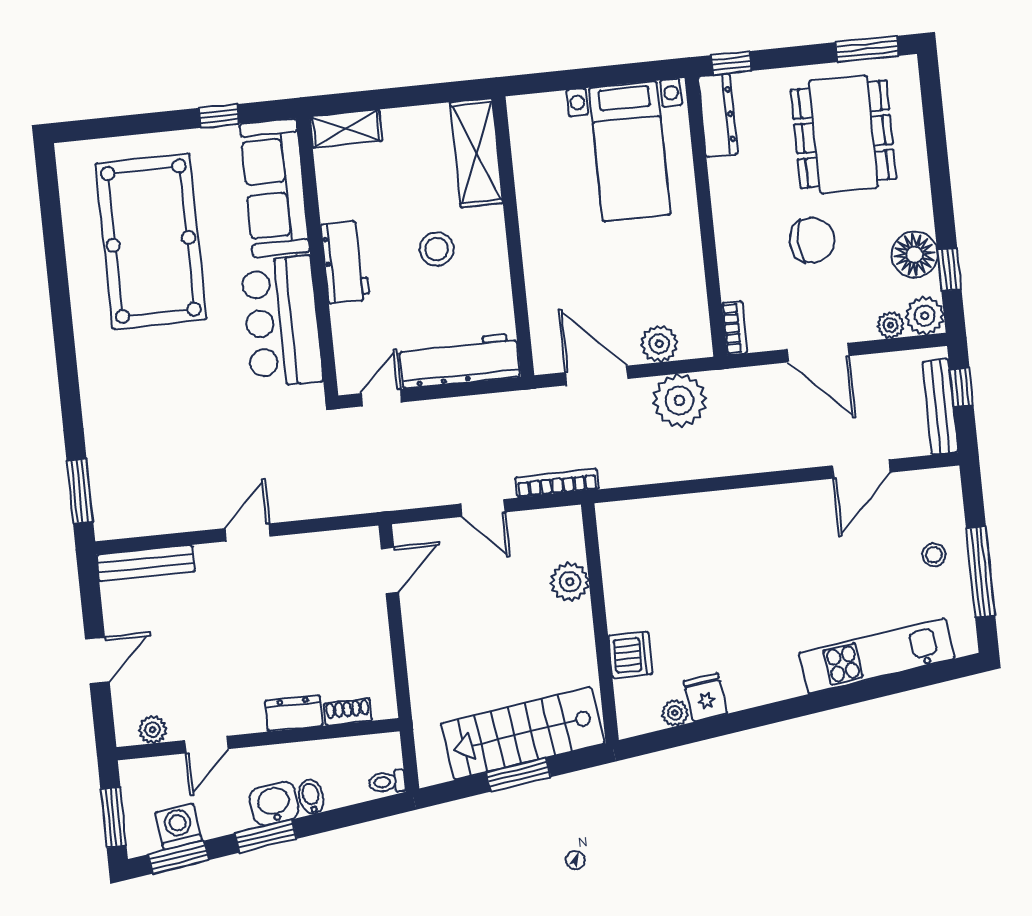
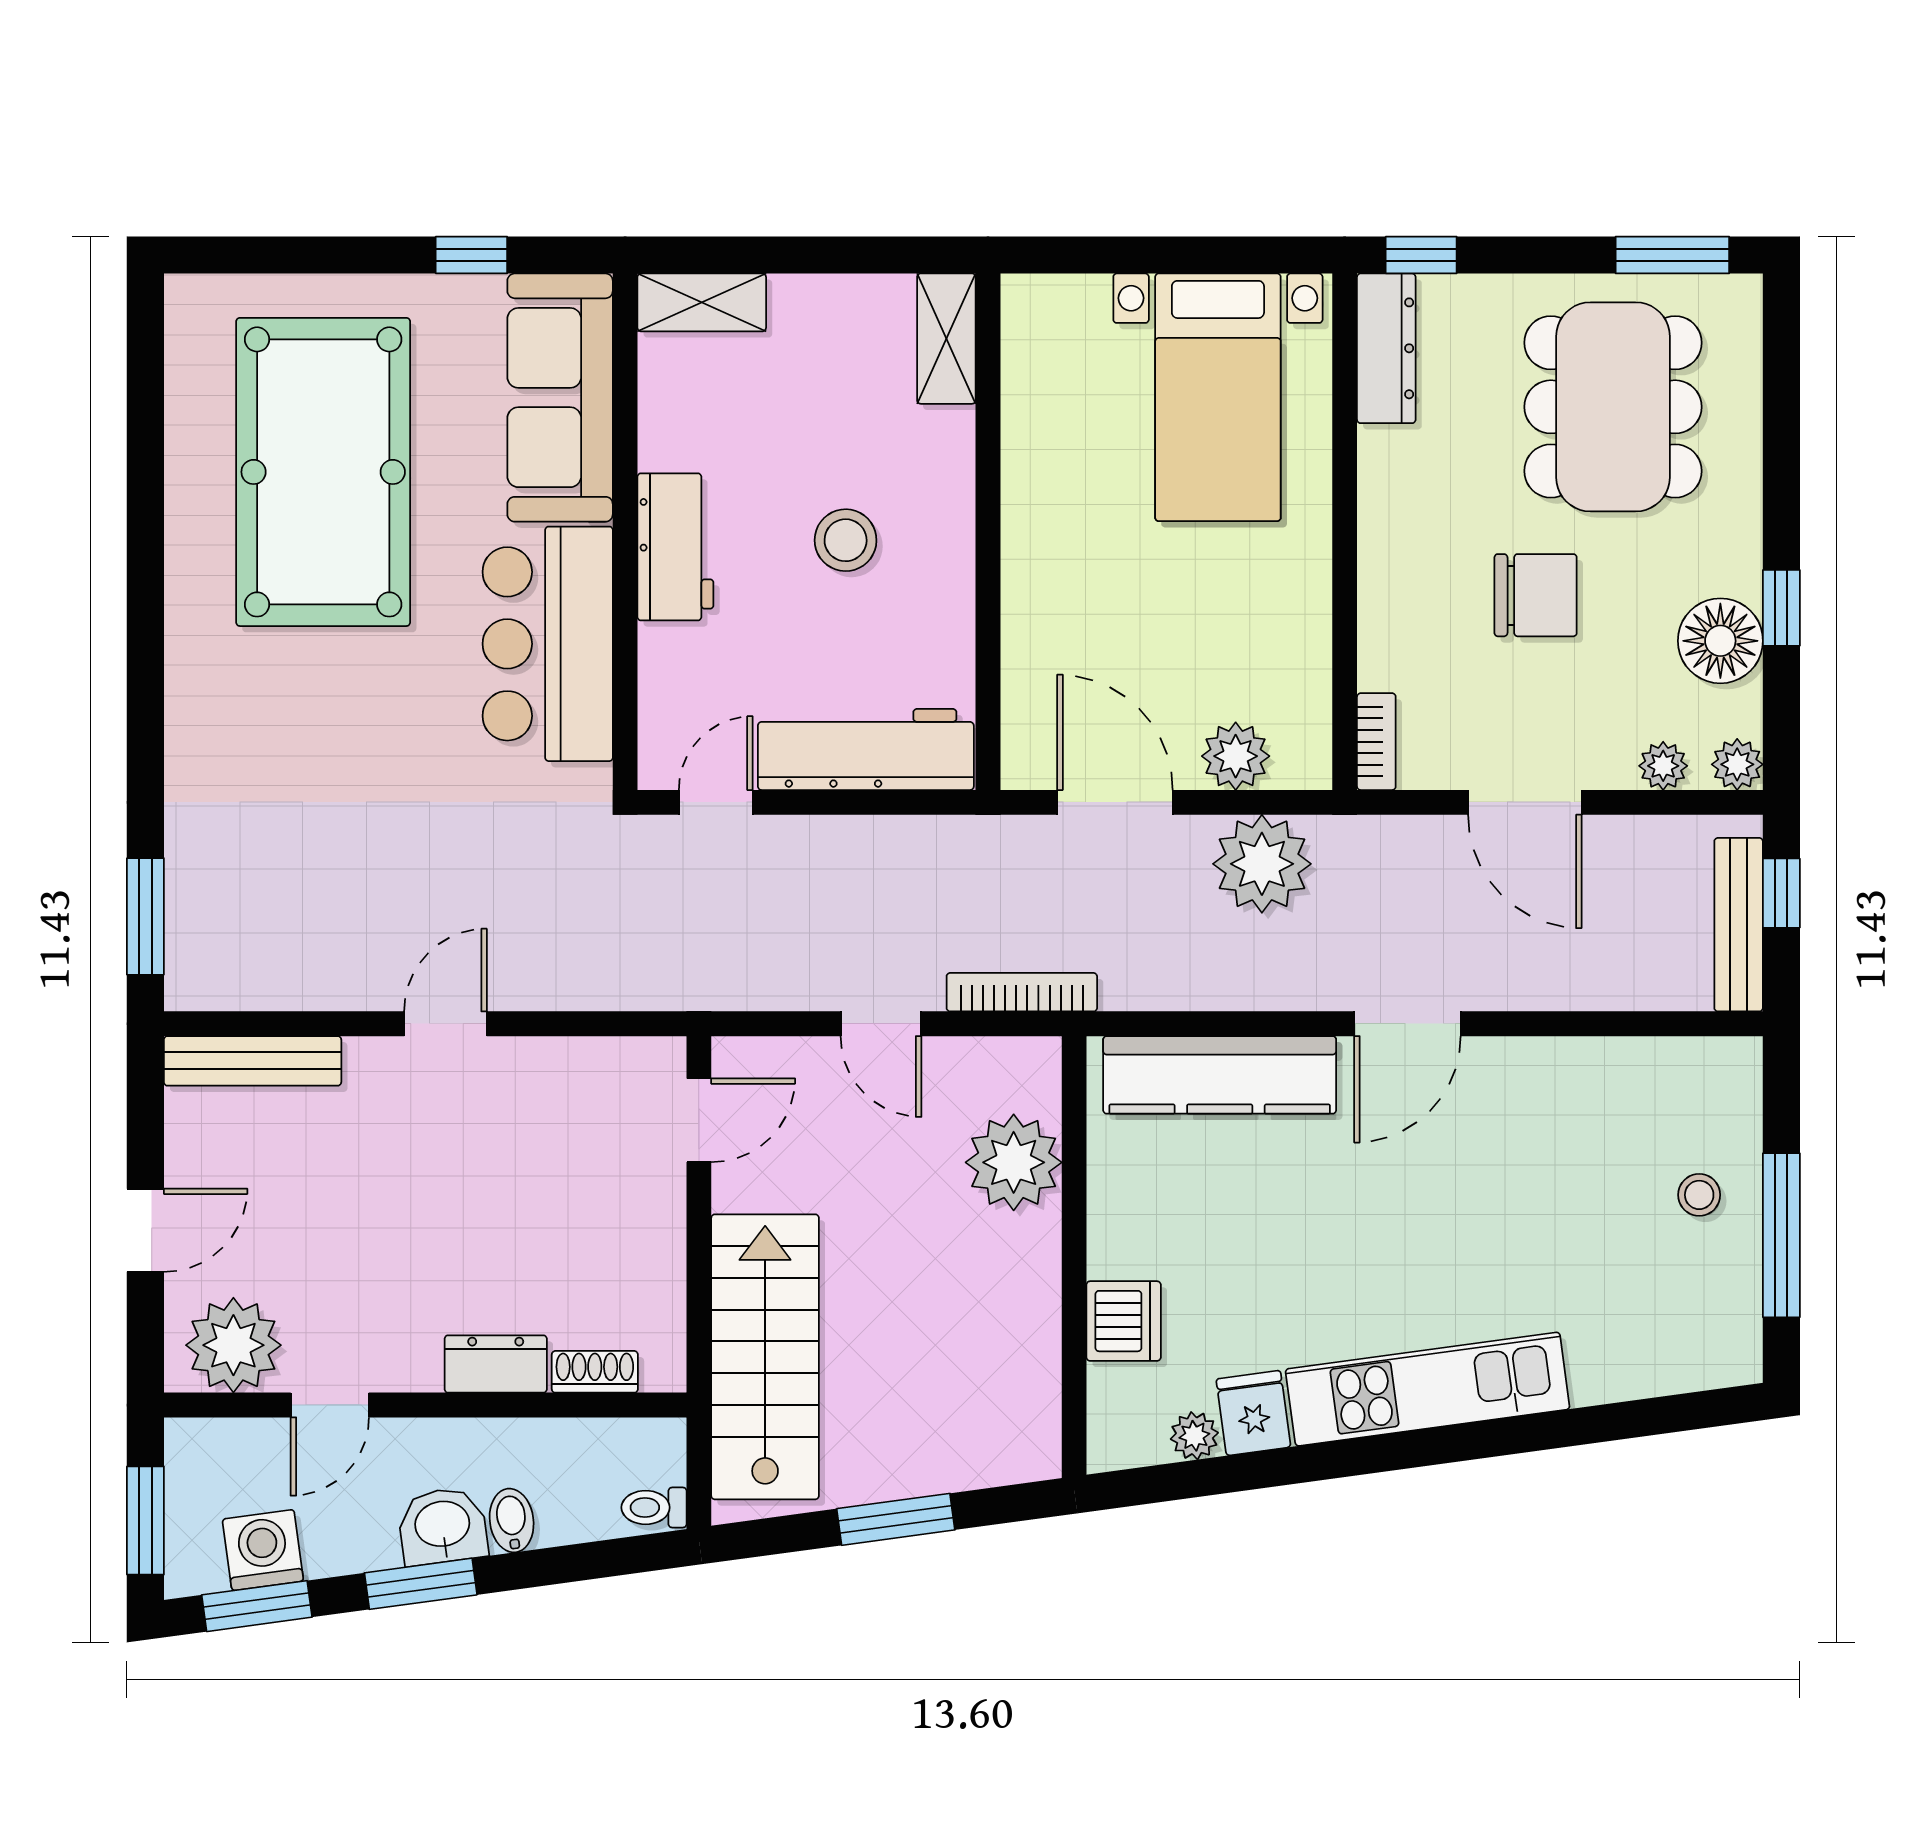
shelving: (476, 153) -> (946, 339), width x0.67, depth x0.75
window: (949, 270) -> (1781, 608), moved
plant: (925, 316) -> (1737, 764), width x0.73, depth x0.73
door: (861, 469) -> (1407, 1024), moved
kitchen counter: (668, 517) -> (1220, 1075), added
plant: (570, 582) -> (1014, 1162), width x1.36, depth x1.36
kitchen unit: (877, 656) -> (1428, 1389), moved
plant: (152, 730) -> (233, 1345), width x1.88, depth x1.88
stairs: (523, 733) -> (765, 1357), moved, turned 98

